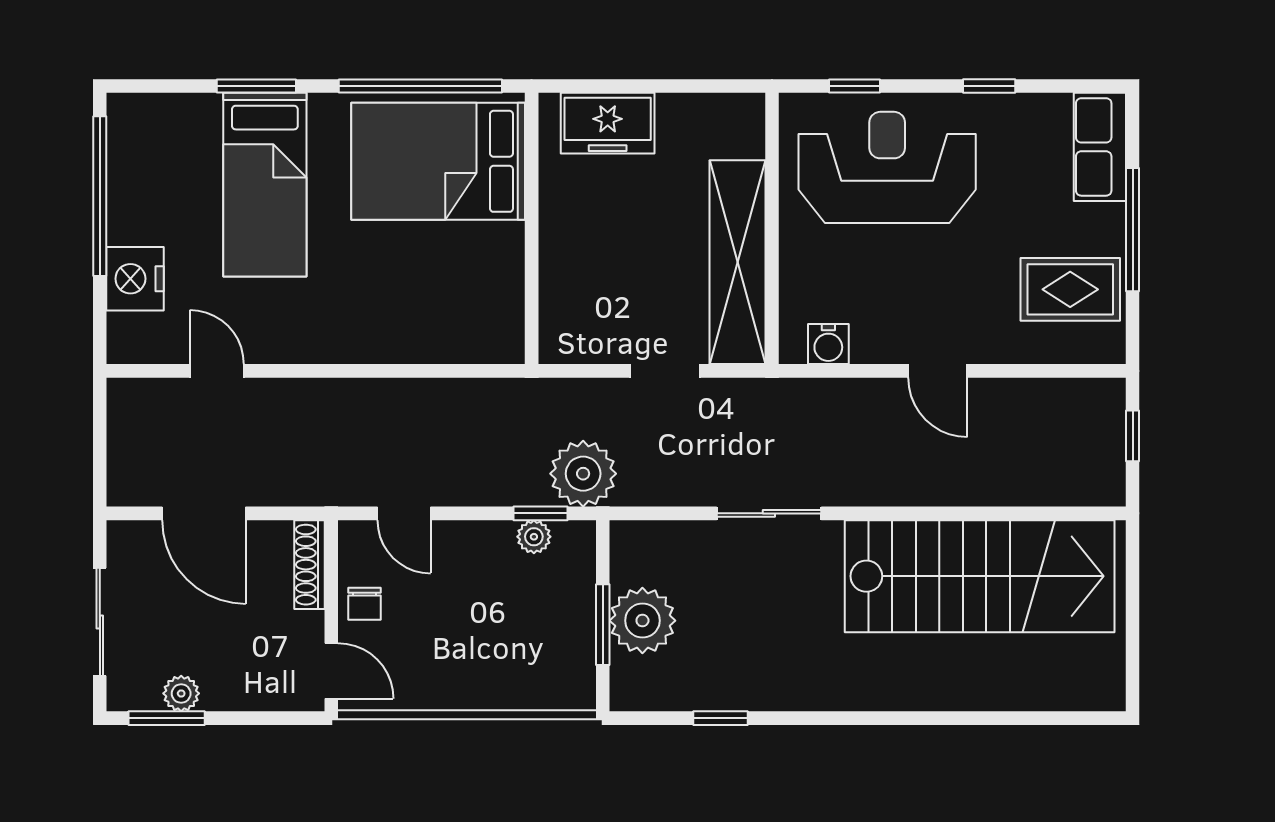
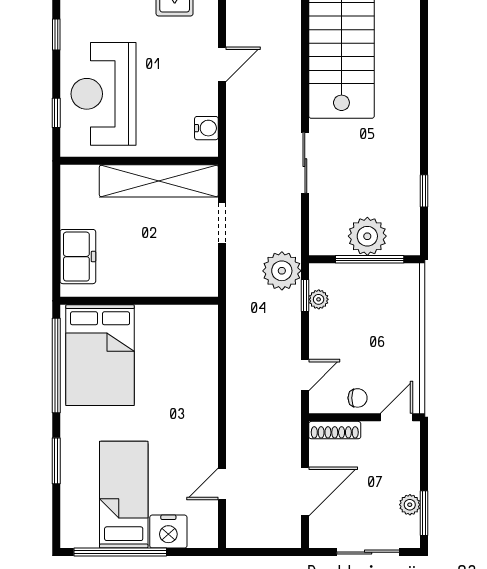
bed: (265, 185) -> (124, 495), moved, turned -90
window: (603, 625) -> (370, 259), width x1.44

